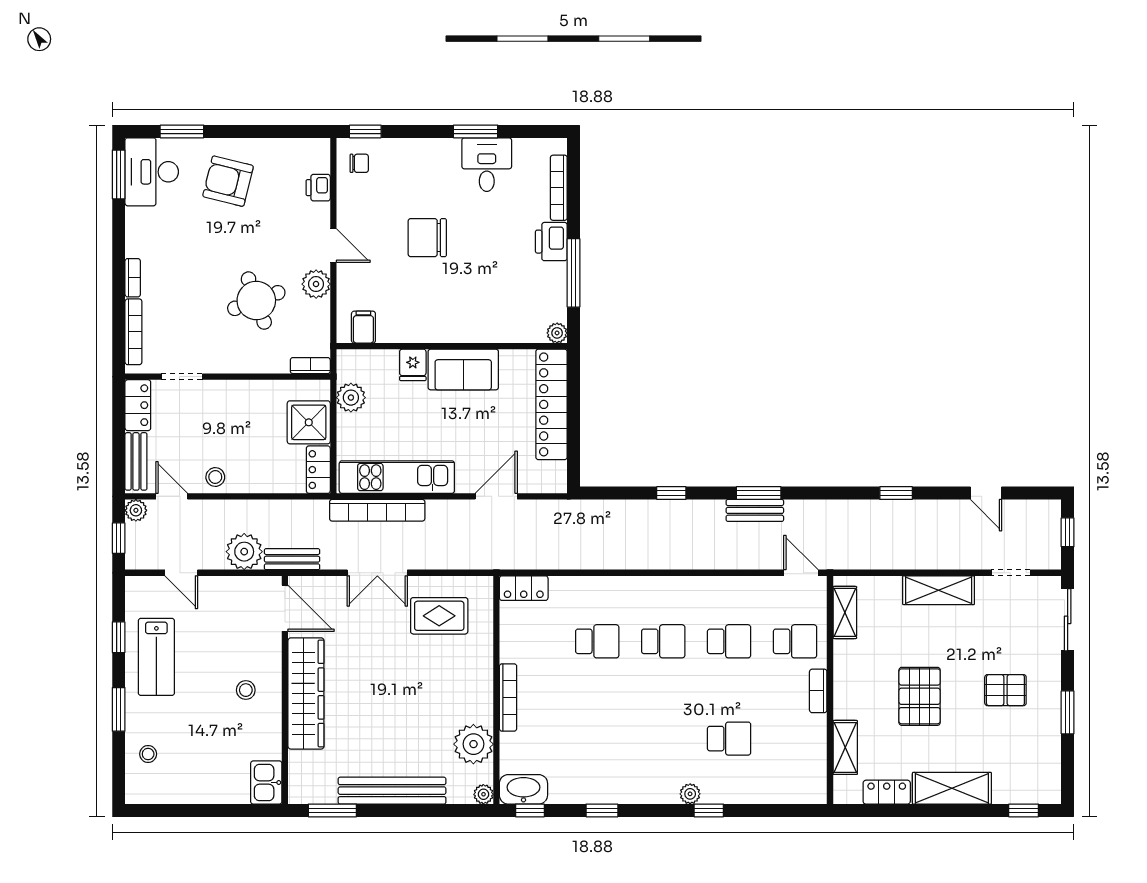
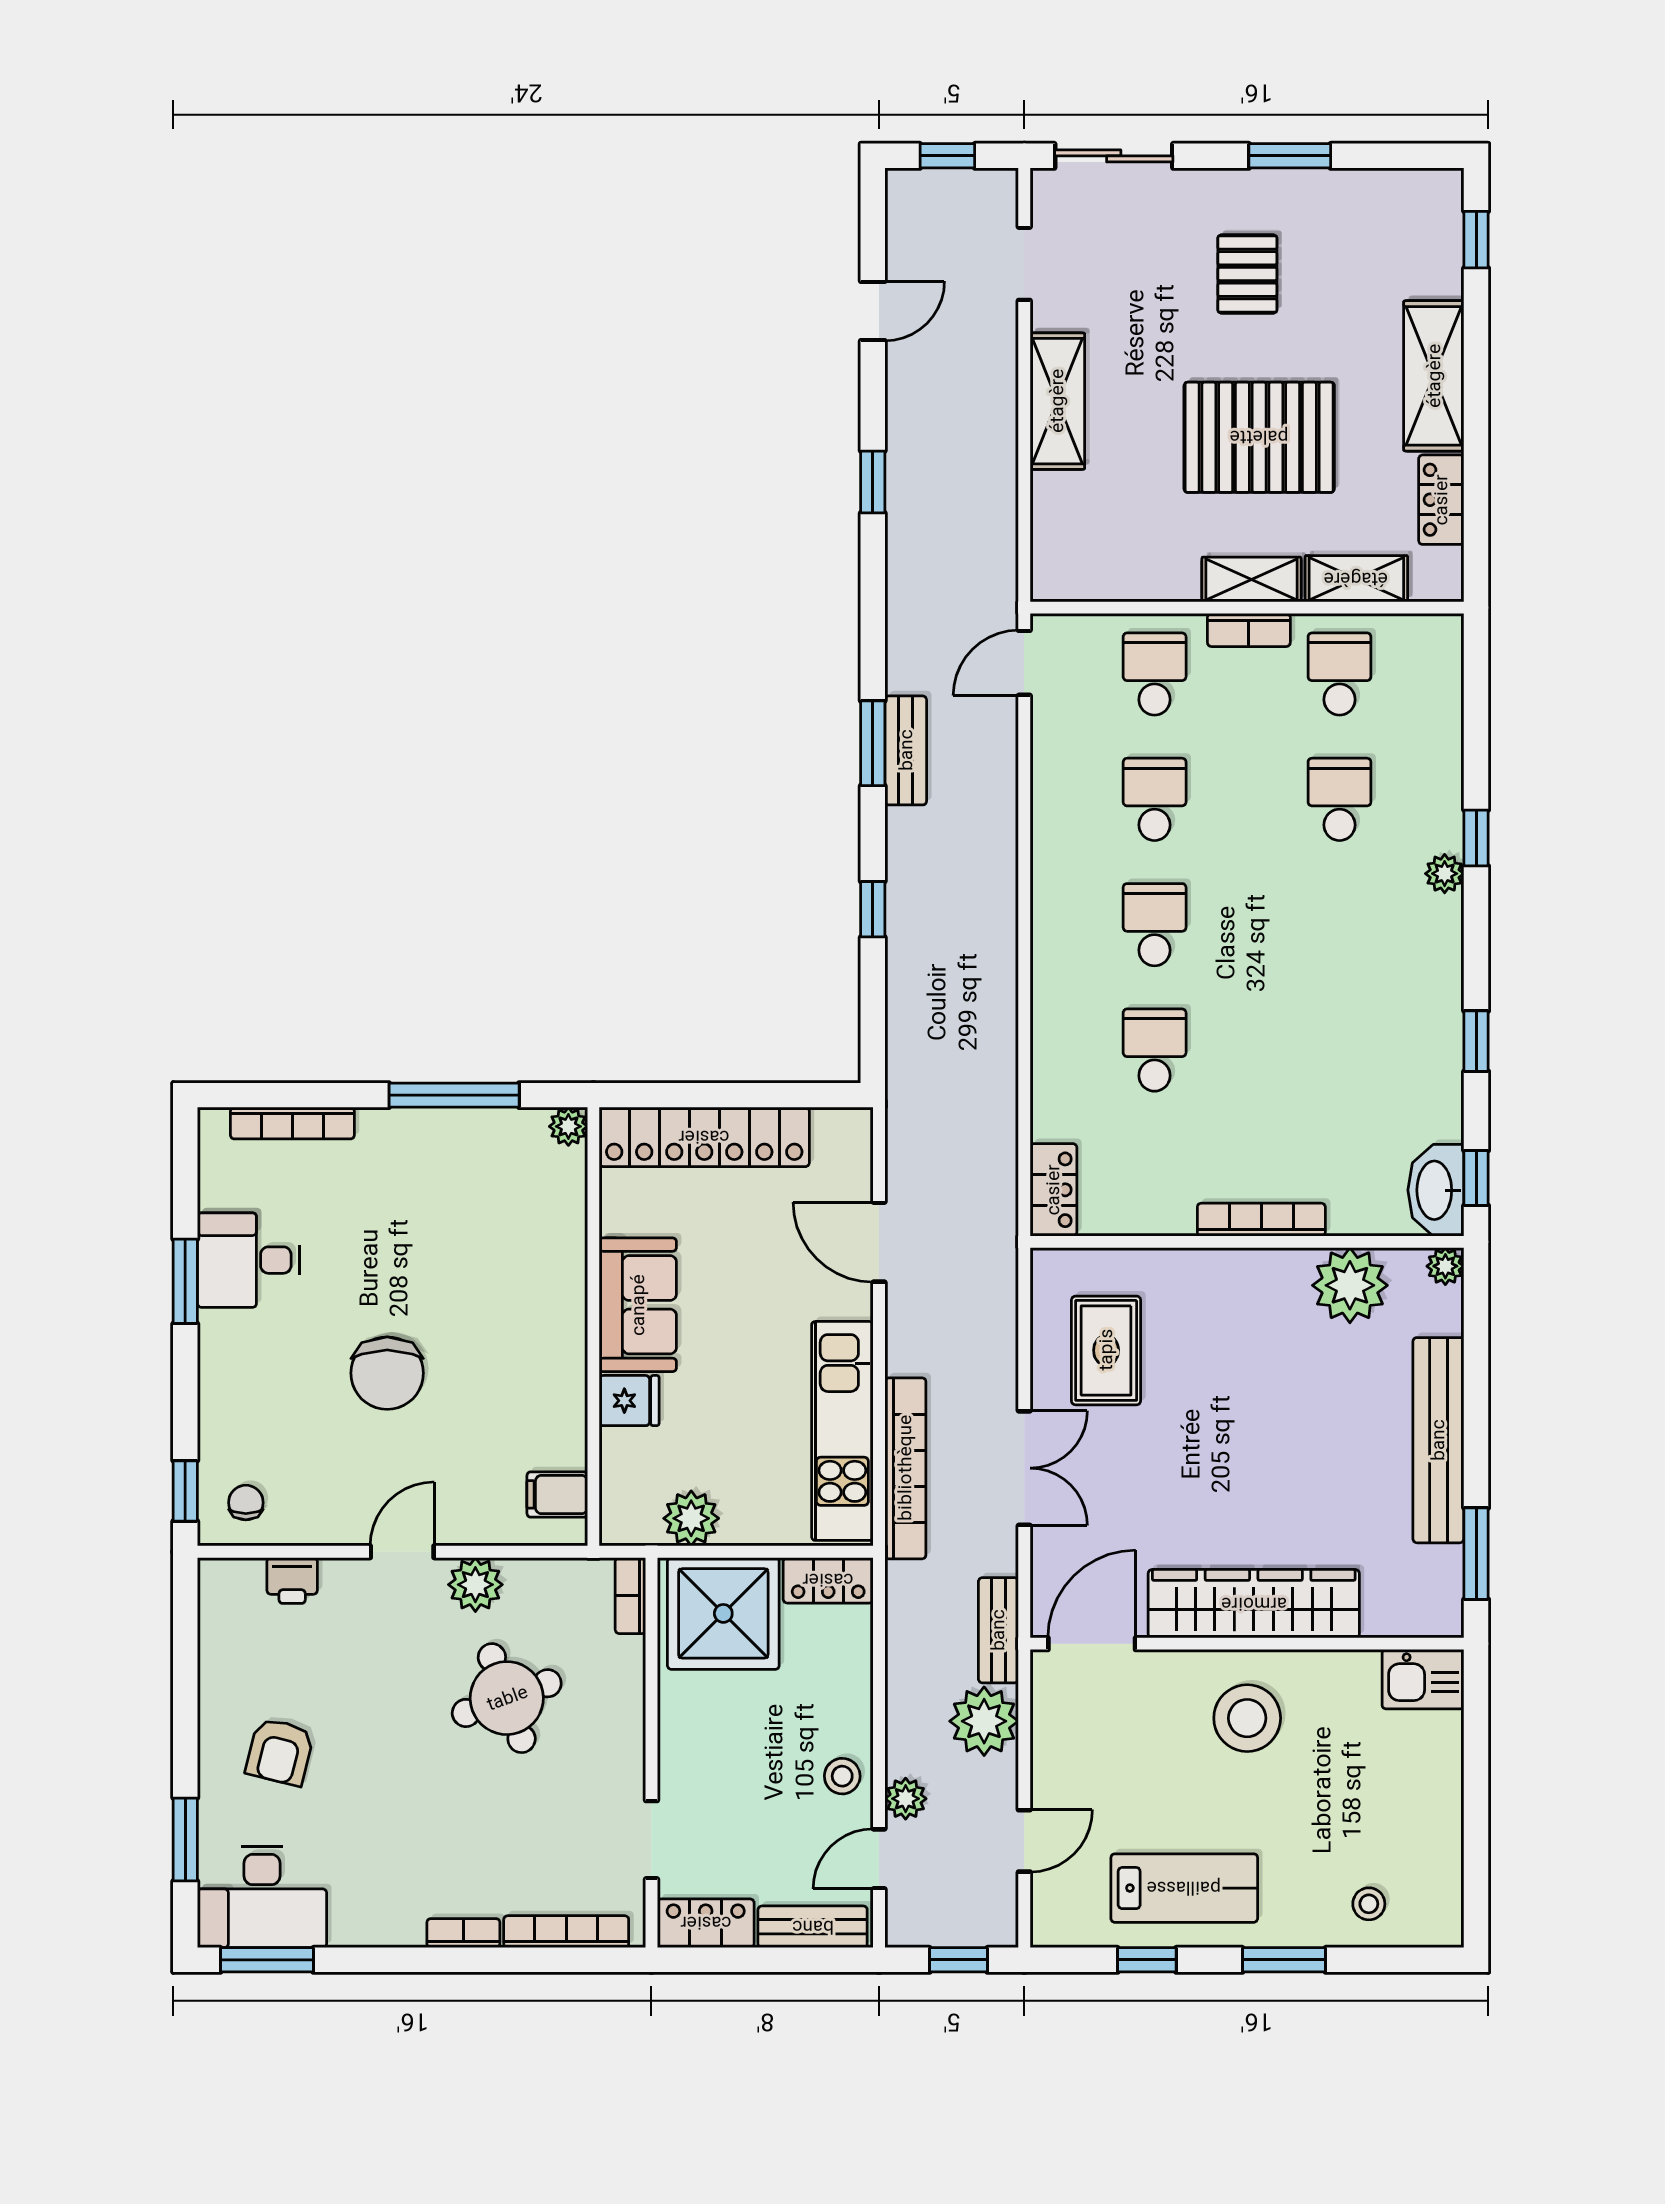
armchair: (228, 181) -> (280, 1752), width x0.72, depth x0.72
printer: (551, 242) -> (395, 1137), removed
shower: (309, 422) -> (723, 1613), width x1.37, depth x1.37
plant: (136, 510) -> (906, 1799), moved
shelving: (845, 612) -> (1252, 579), moved
stool: (246, 690) -> (1247, 1718), width x1.89, depth x1.89
pallet: (920, 696) -> (1259, 437), width x1.37, depth x1.41
school desk: (795, 739) -> (1339, 674), added

